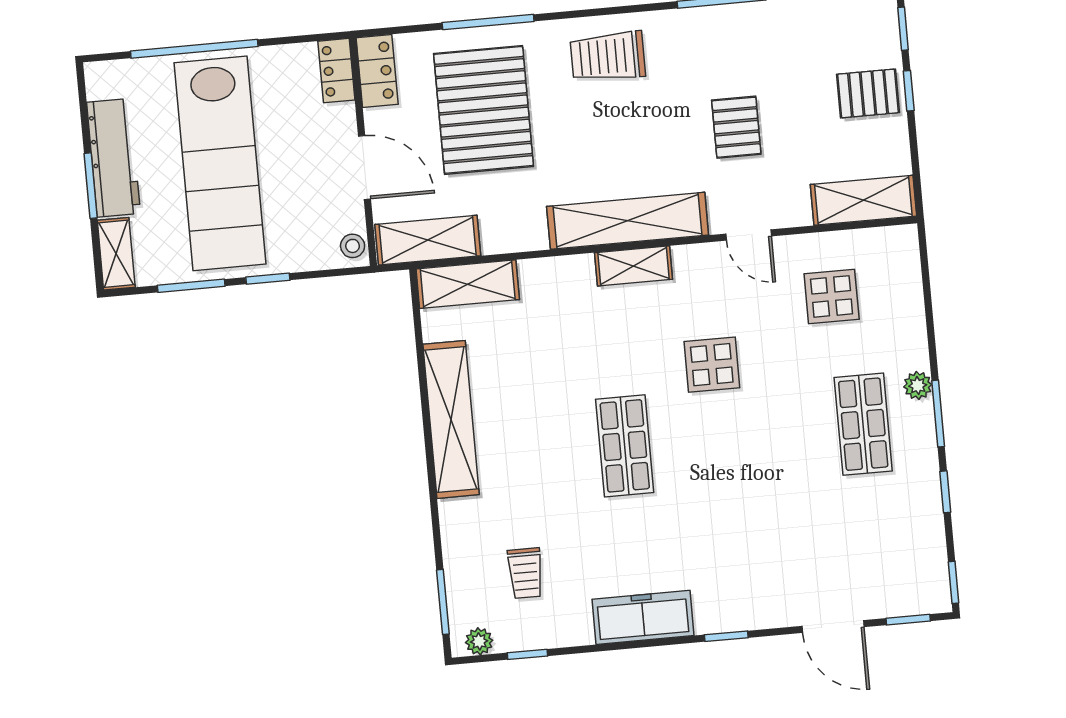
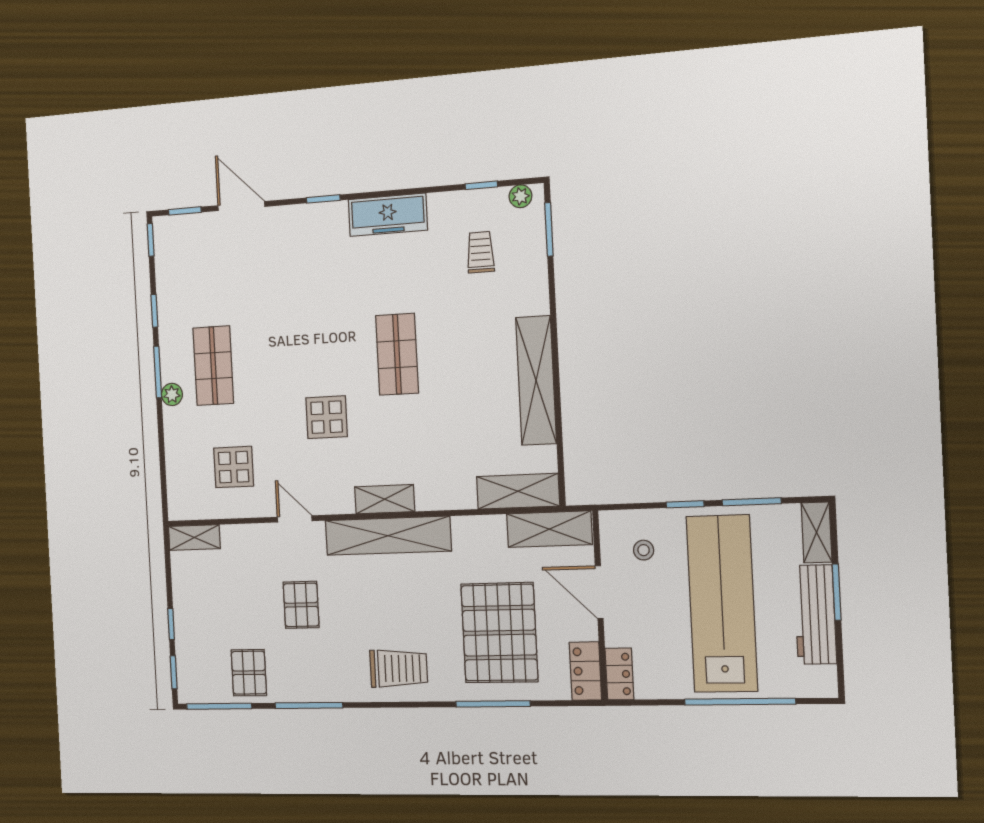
pallet: (868, 93) -> (249, 673), moved, turned 90
shelving: (863, 200) -> (194, 538), width x0.67, depth x0.75
stool: (353, 246) -> (644, 550), moved

